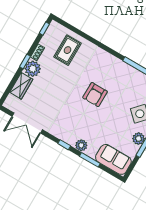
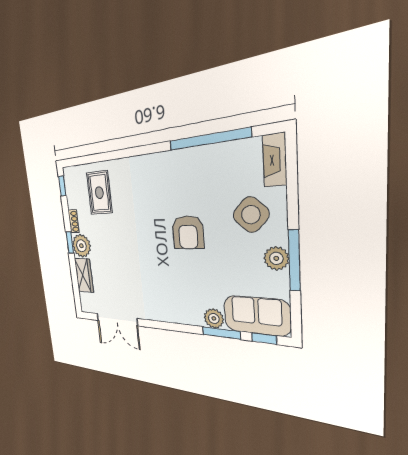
armchair: (95, 95) -> (188, 232), moved
window: (64, 145) -> (264, 339), moved
plant: (81, 145) -> (214, 318), moved

